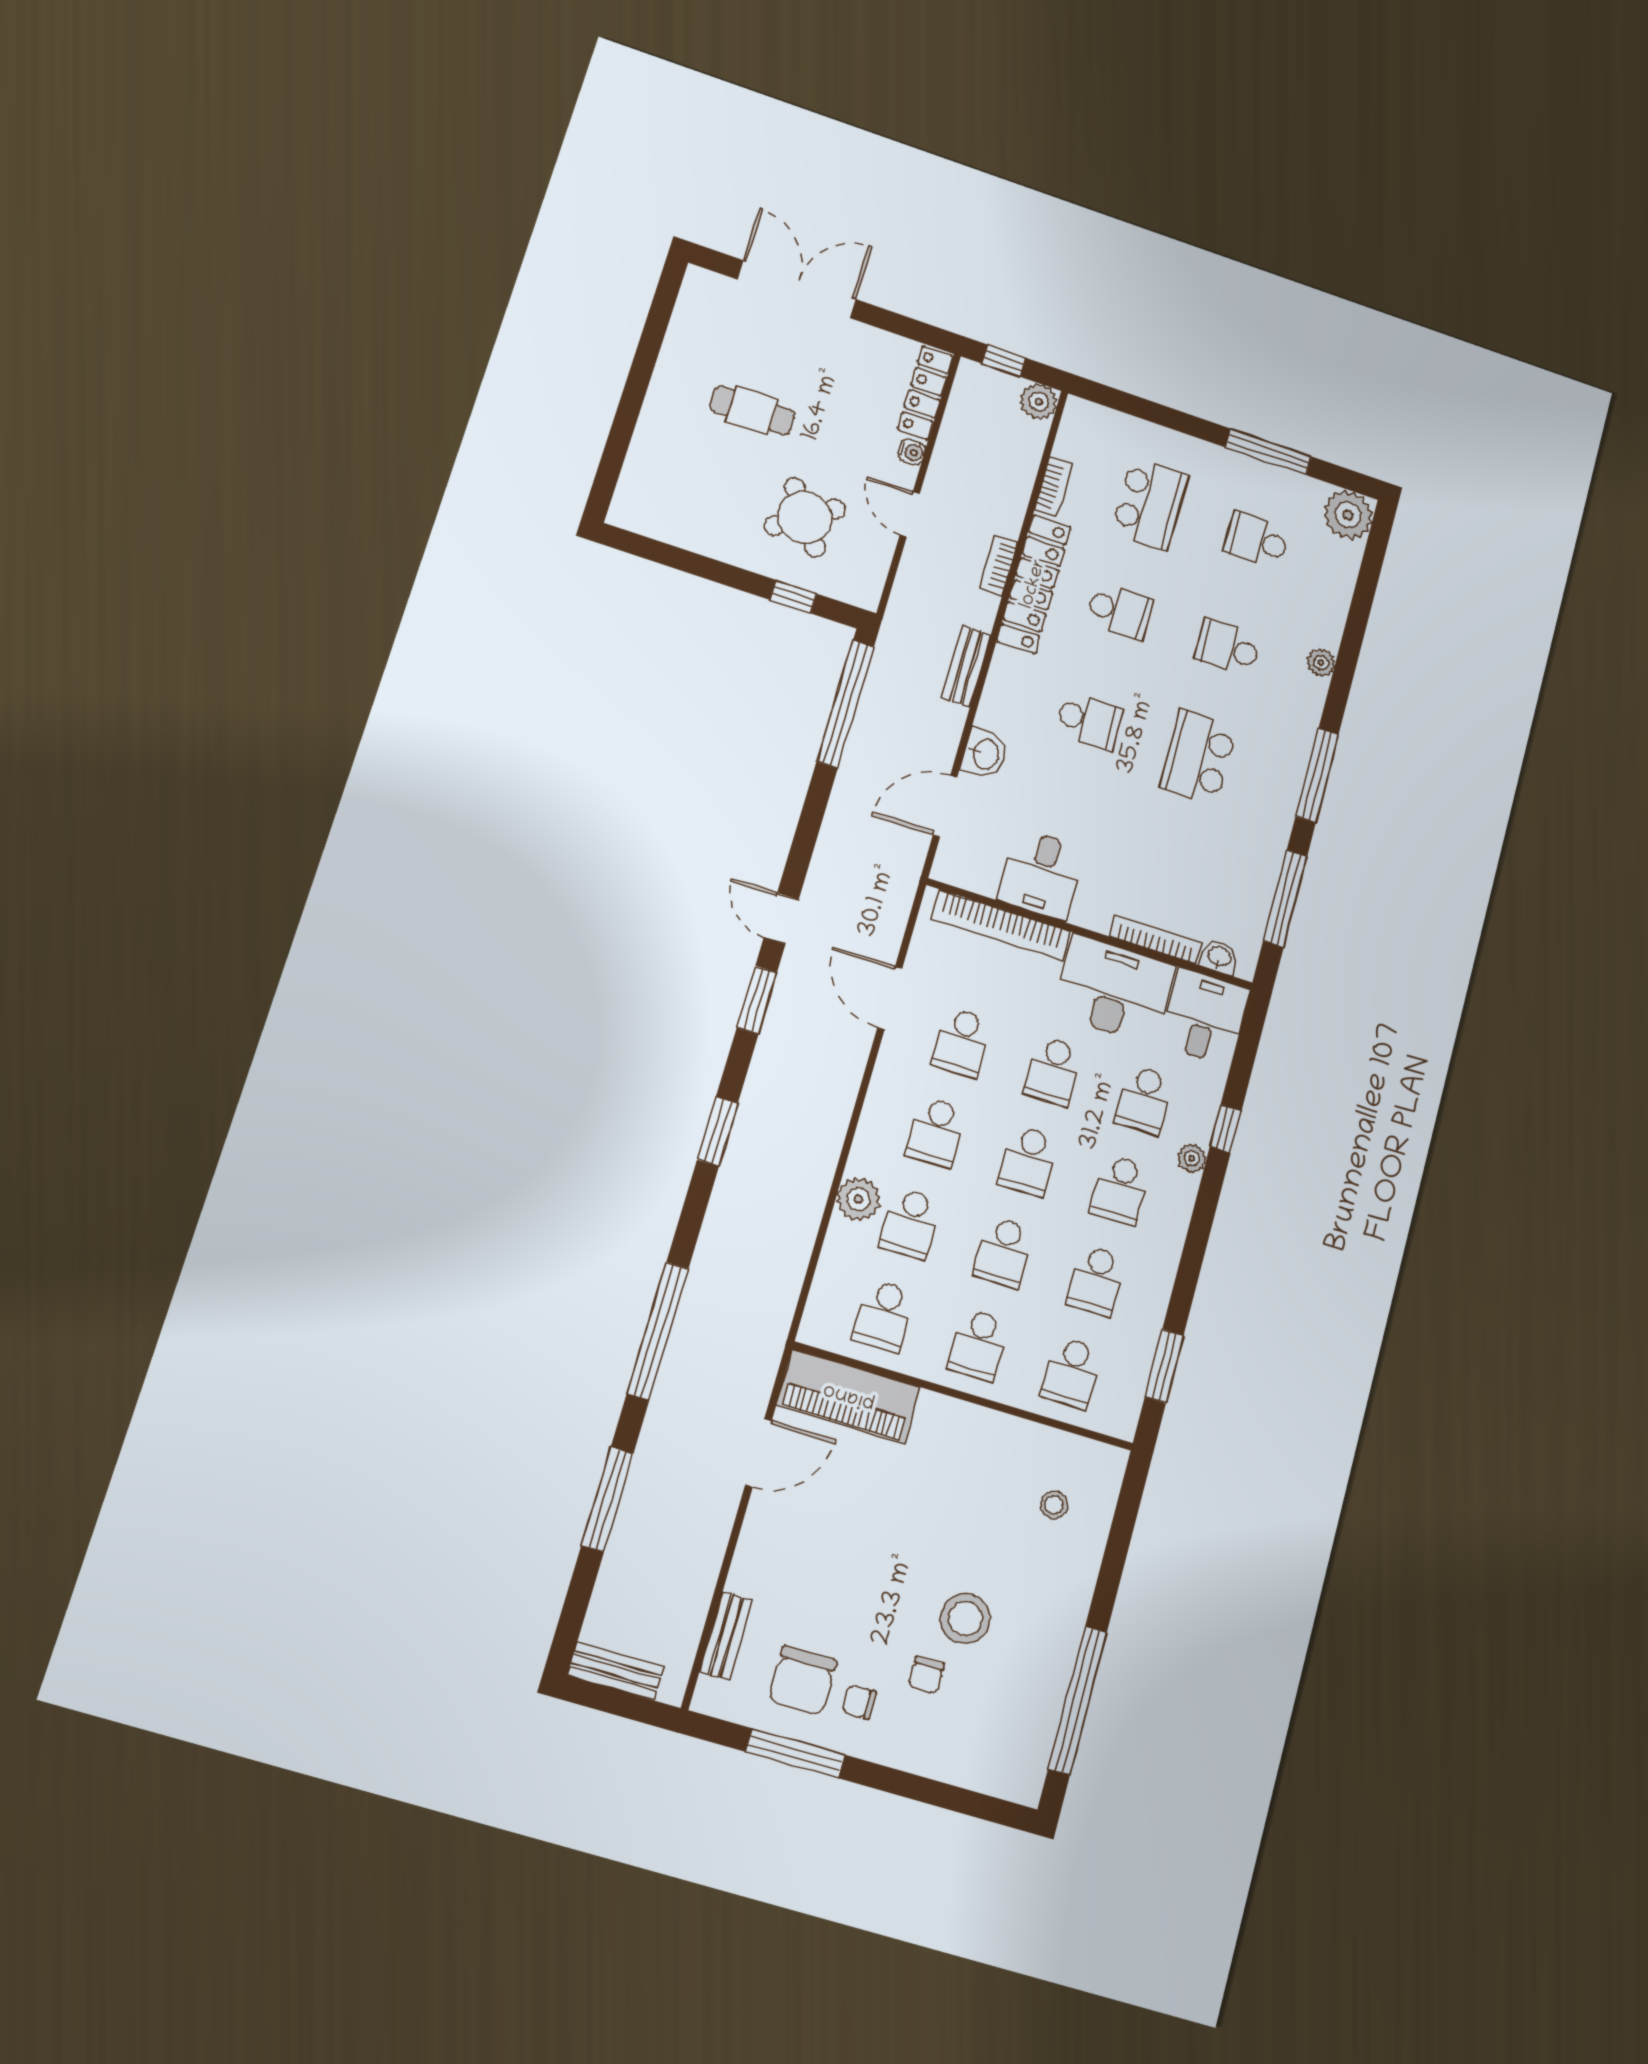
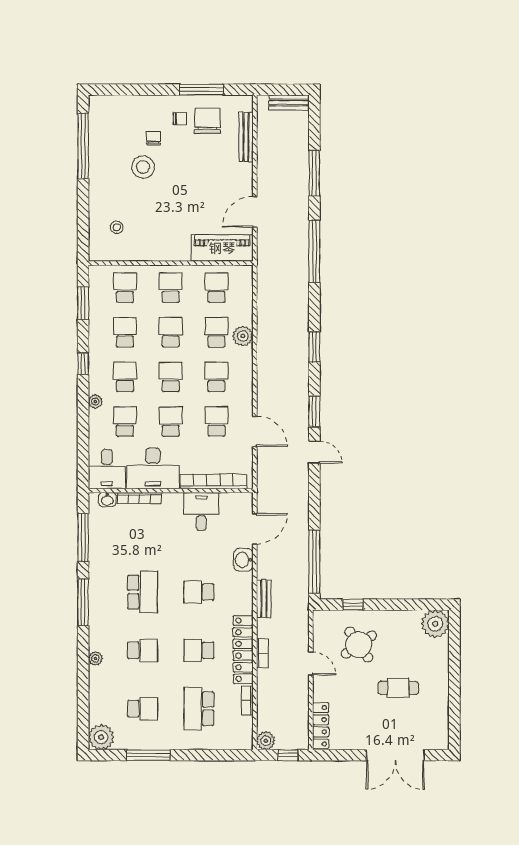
water cooler: (912, 452) -> (319, 694), removed
plant: (640, 506) -> (435, 624), added
window: (1226, 1129) -> (83, 364), moved
bench: (726, 1636) -> (246, 137), width x1.36

